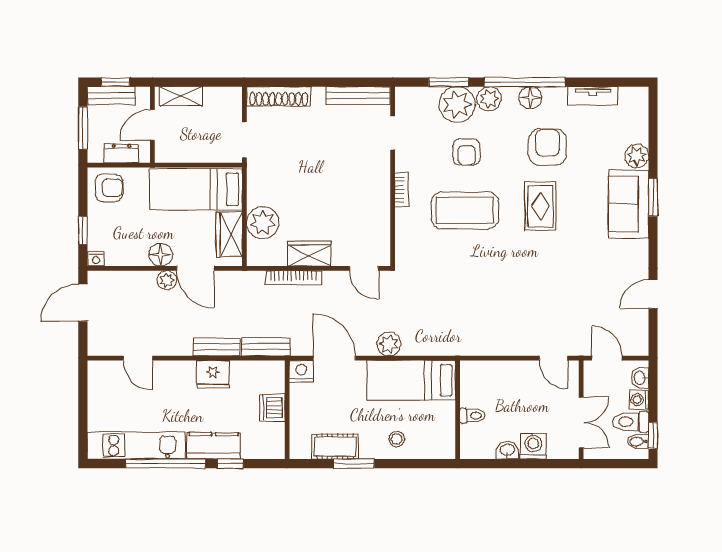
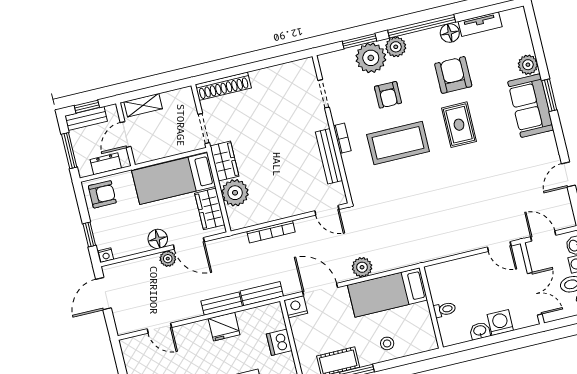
bench: (358, 95) -> (329, 156), moved, turned 90
floor lamp: (530, 98) -> (450, 33), moved
wardrobe: (309, 254) -> (224, 161), moved, turned 90

